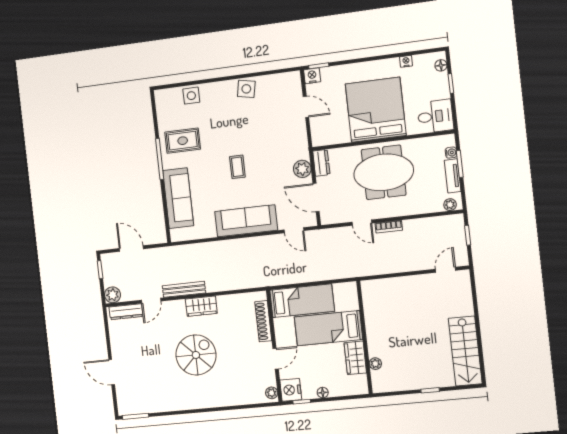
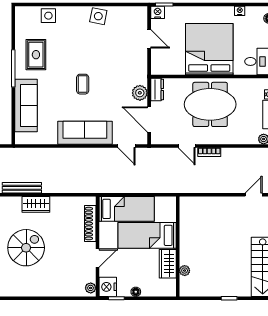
rug: (183, 141) -> (36, 55), turned 90

